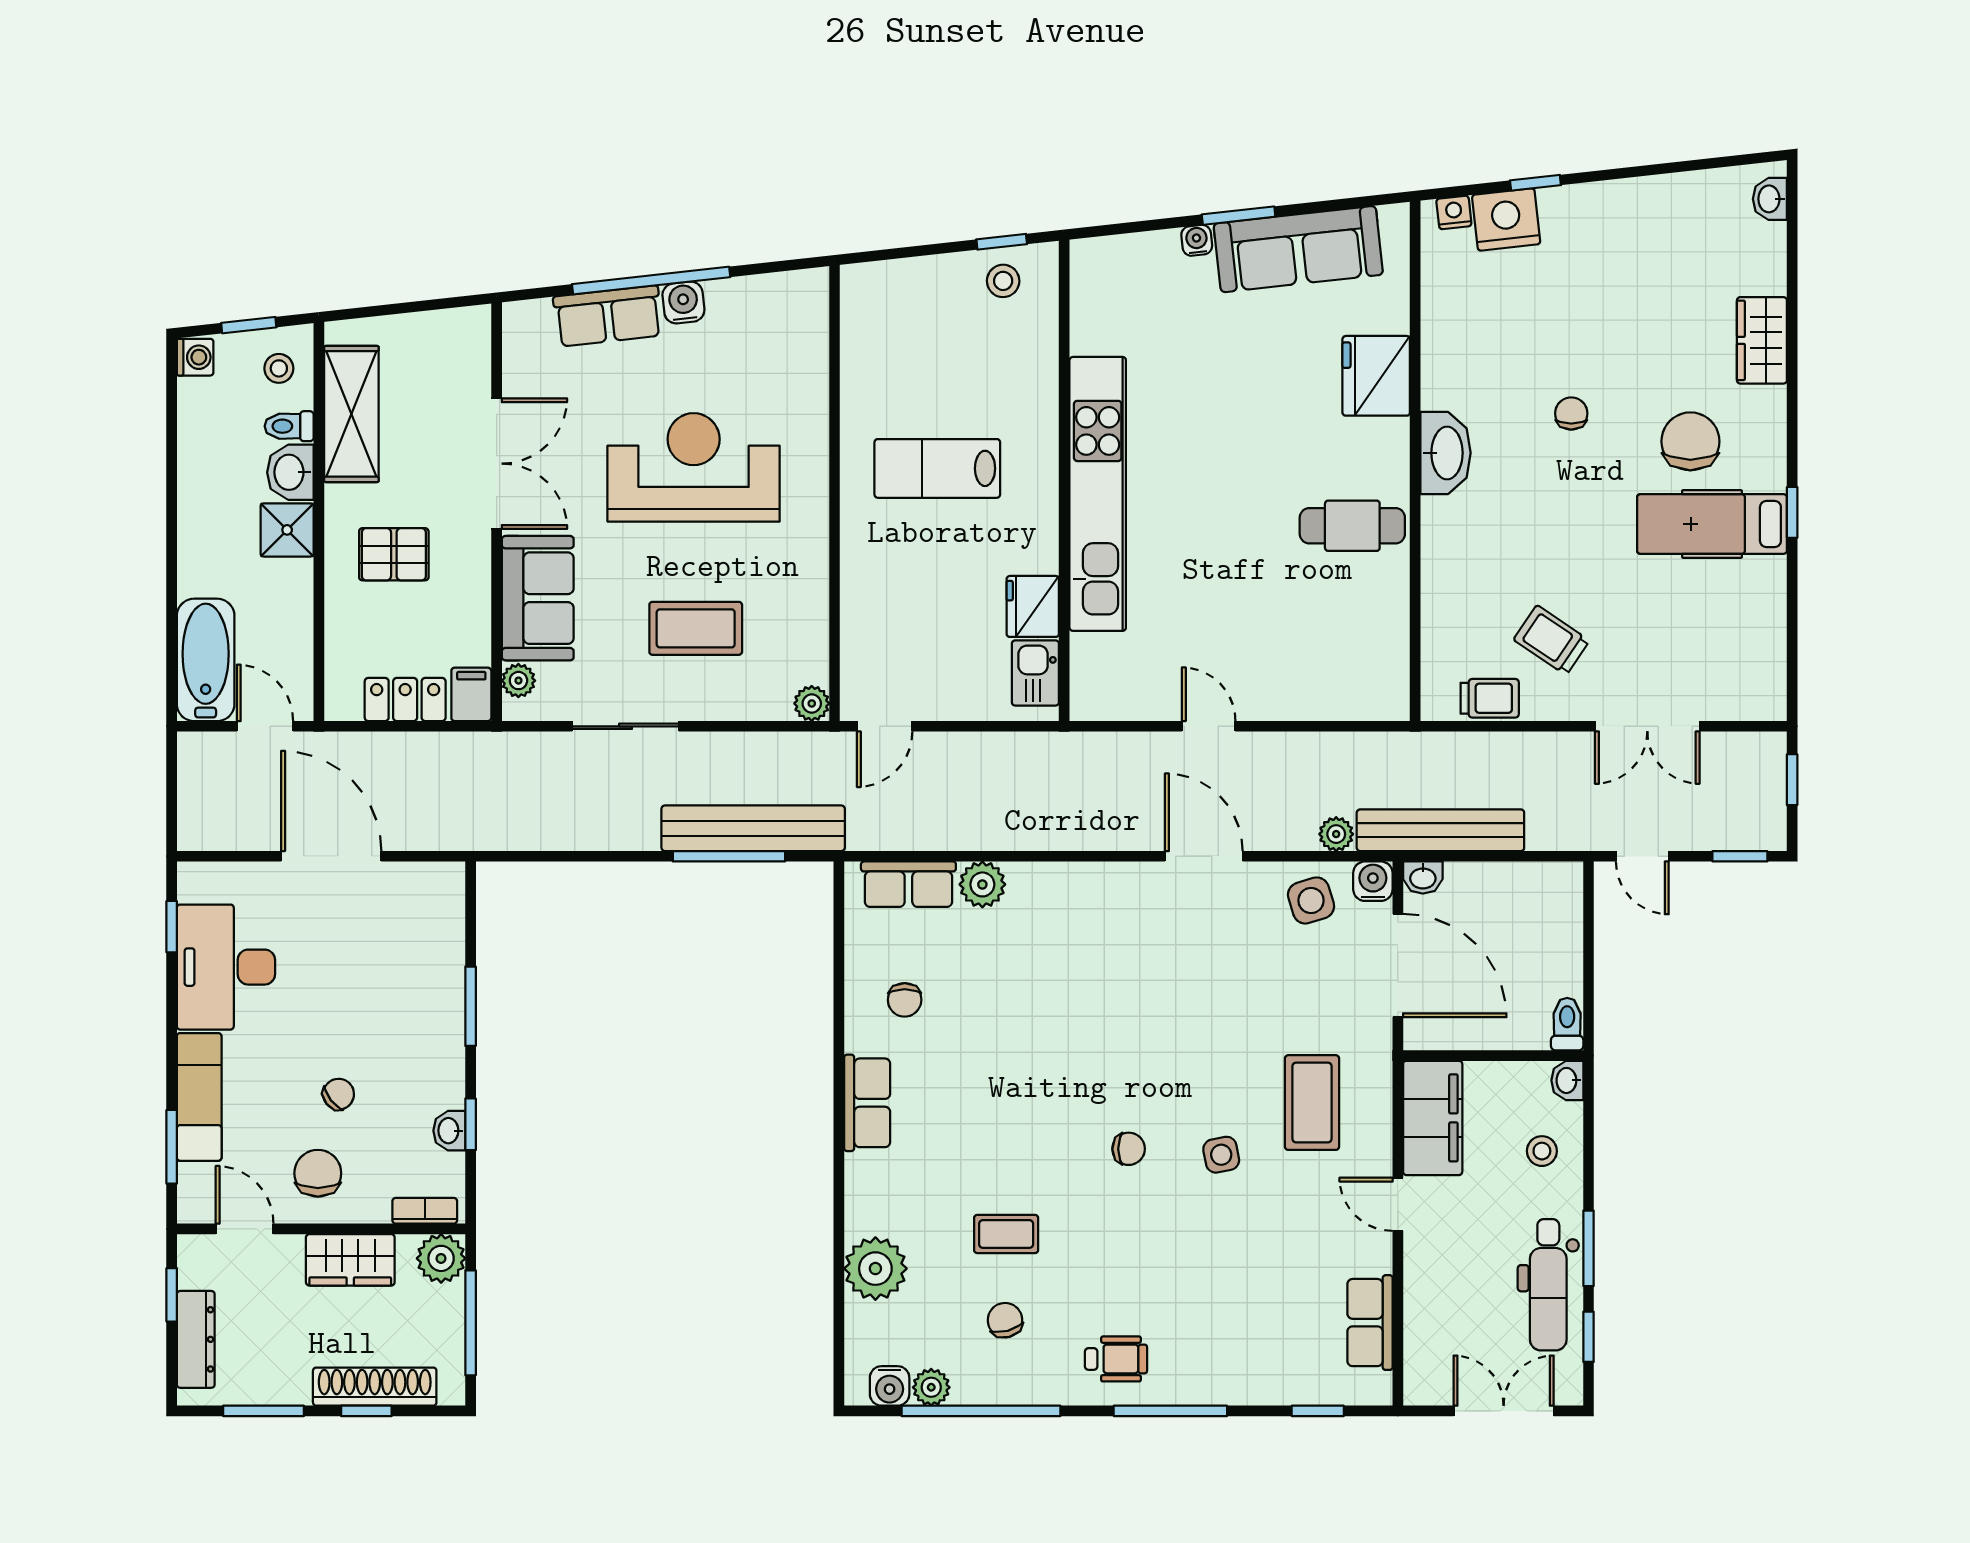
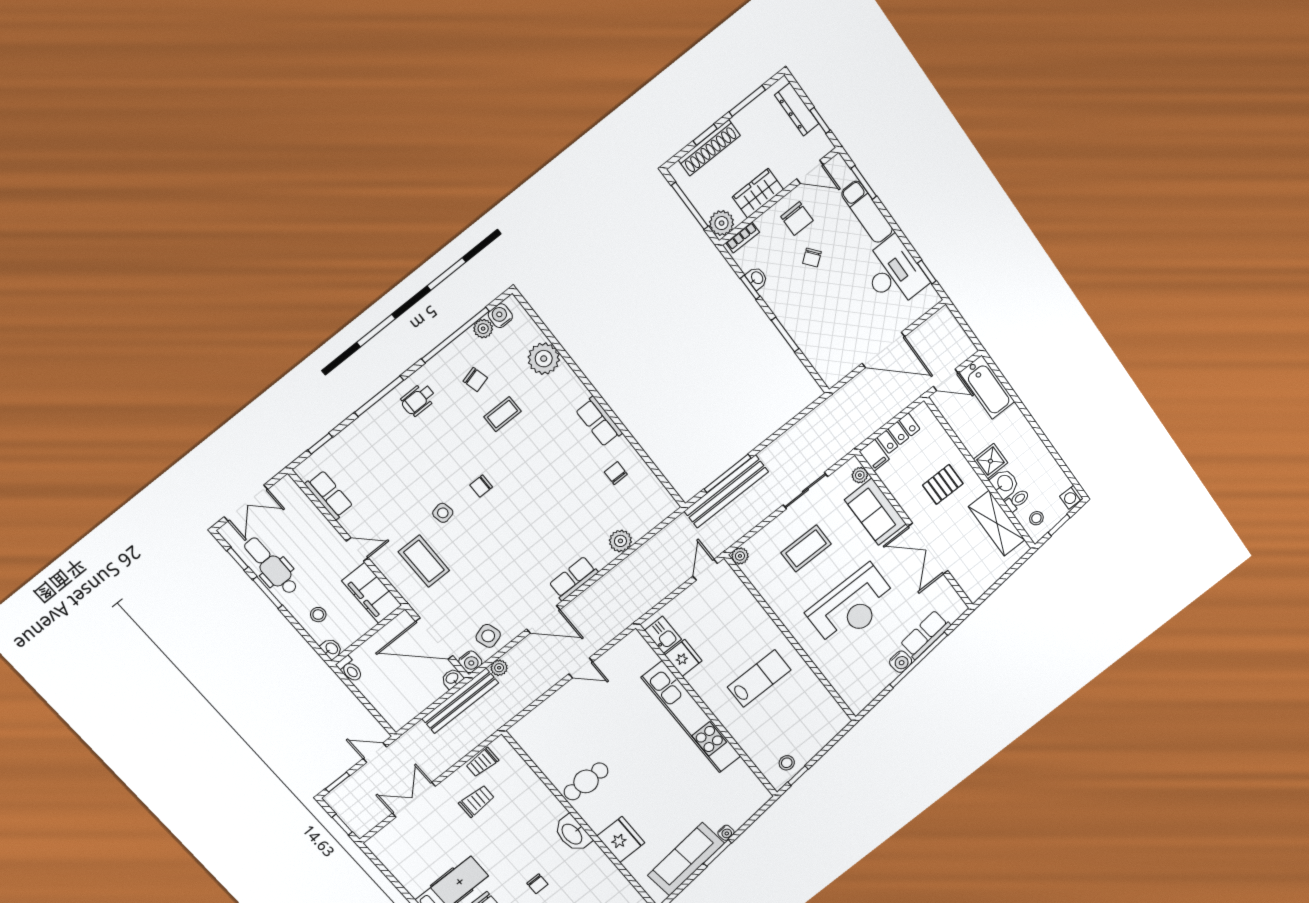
trolley: (1551, 640) -> (477, 801), turned -34
row of seats: (908, 884) -> (573, 578), moved

